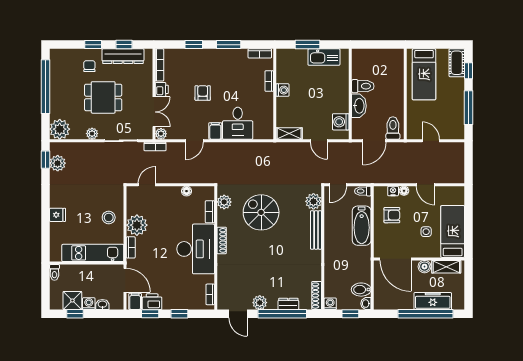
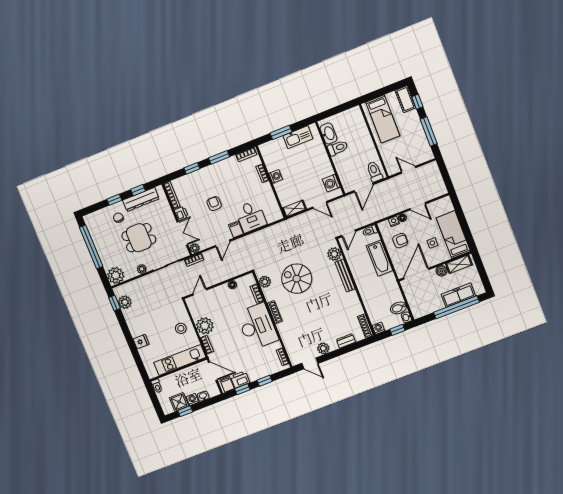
washbasin: (359, 106) -> (328, 134), moved
door: (396, 259) -> (416, 274), swing flipped
window: (282, 314) -> (344, 350), removed

